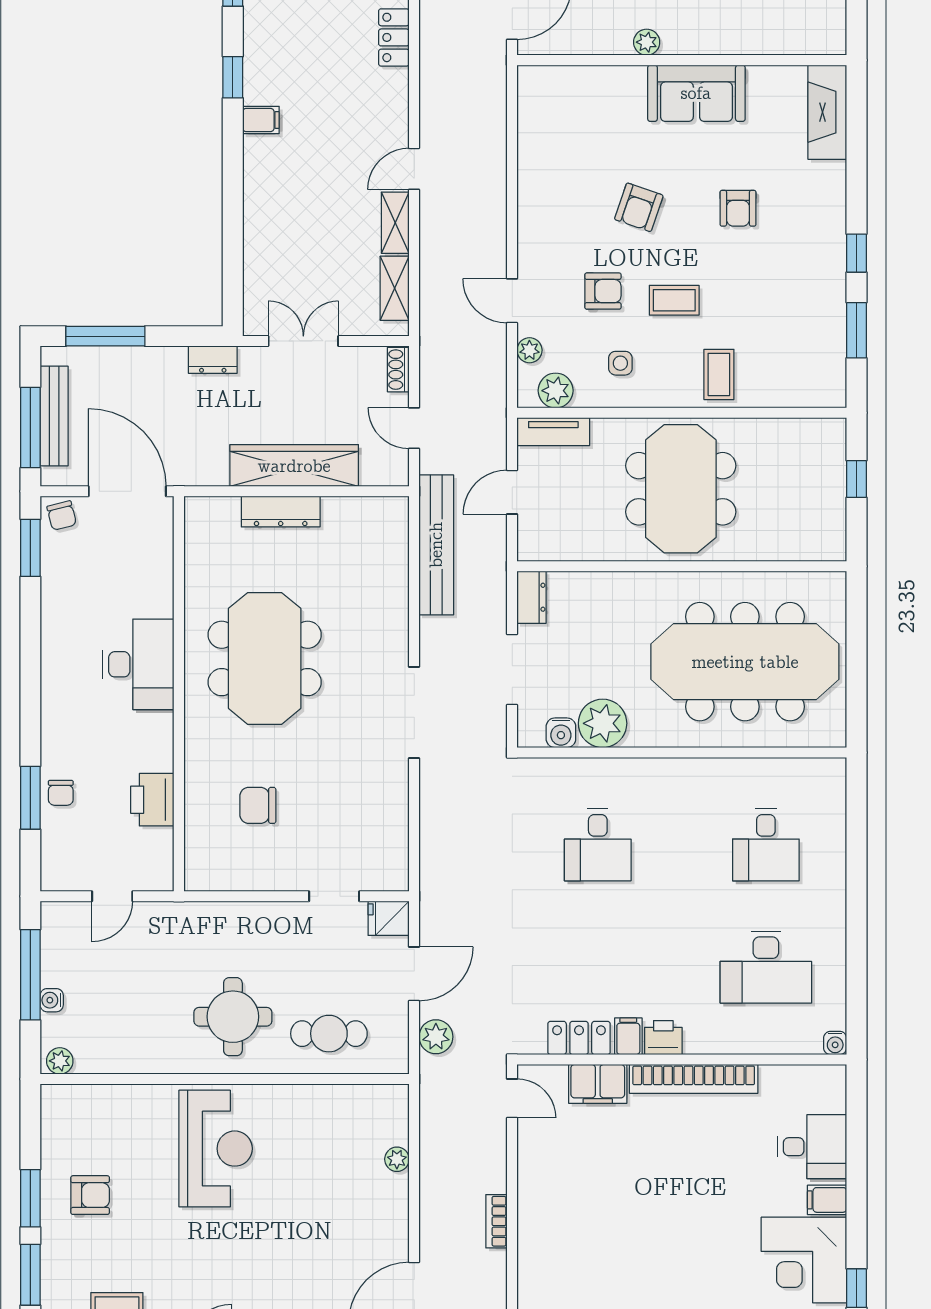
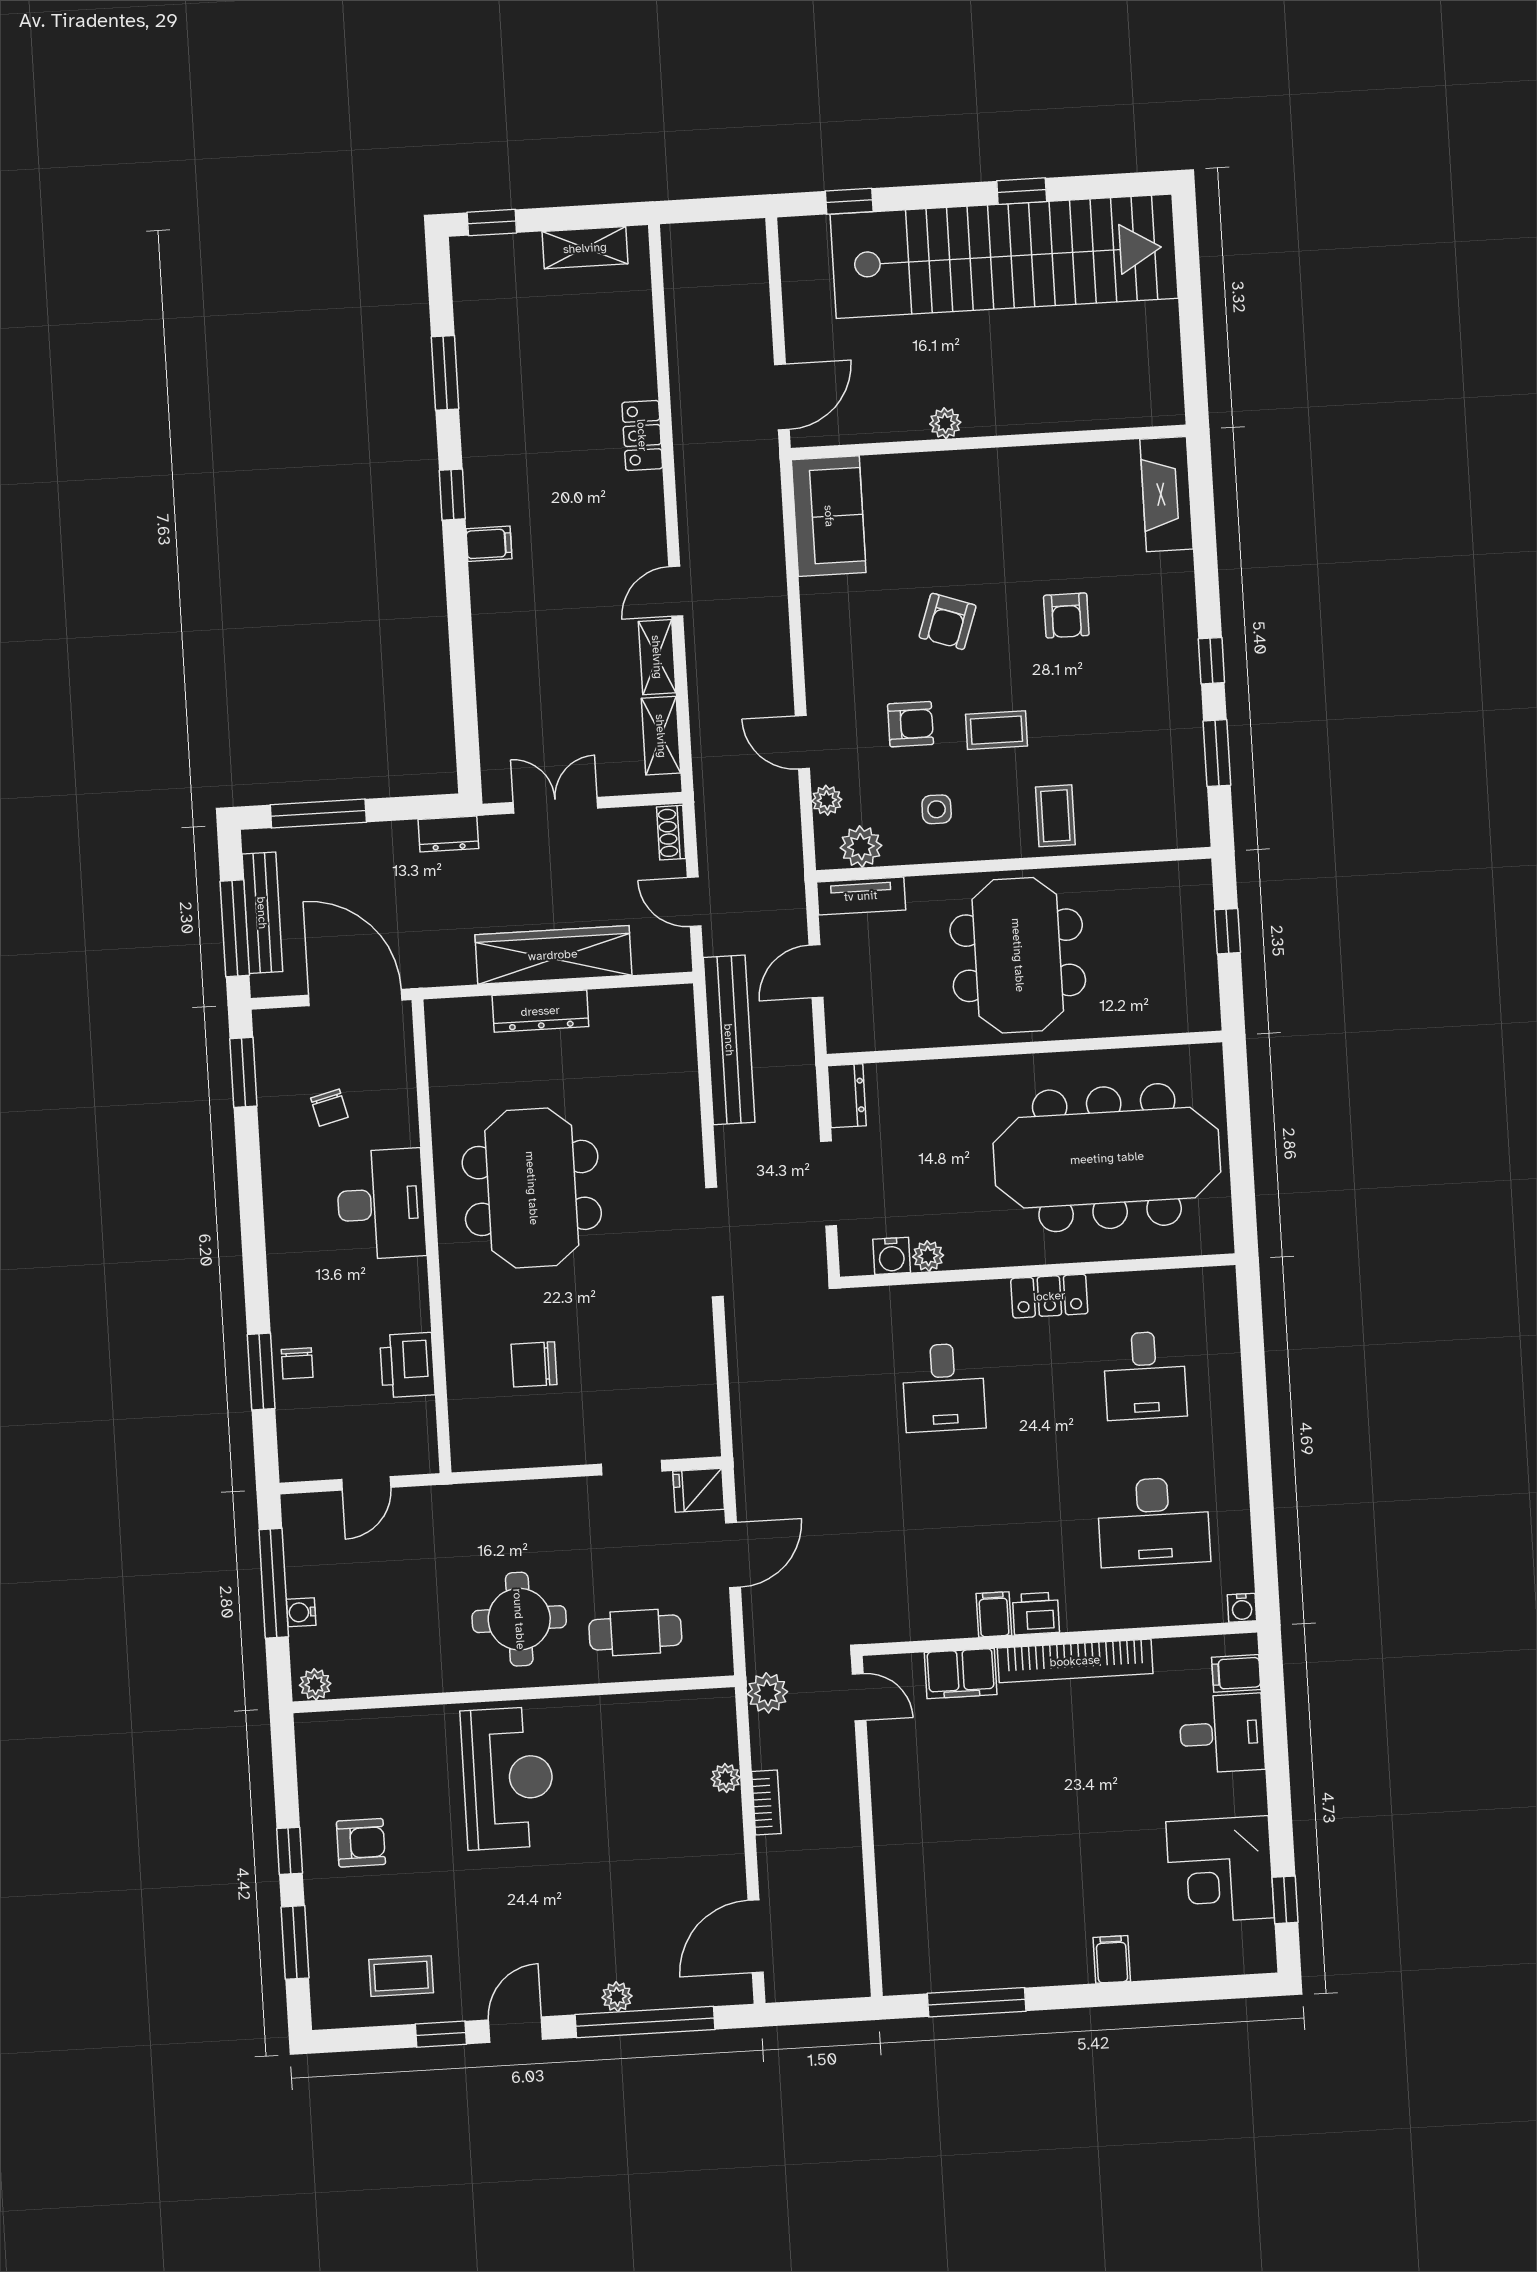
sofa: (696, 93) -> (829, 516), moved, turned -90
chair: (62, 516) -> (329, 1108), moved
plant: (603, 723) -> (928, 1256), width x0.53, depth x0.53
plant: (436, 1037) -> (767, 1693), moved
locker: (579, 1038) -> (1049, 1296), moved, turned 180
window: (30, 1198) -> (290, 1851), width x0.67
filing cabinet: (827, 1200) -> (1236, 1673), moved
bookcase: (496, 1221) -> (766, 1803), moved, turned 180

